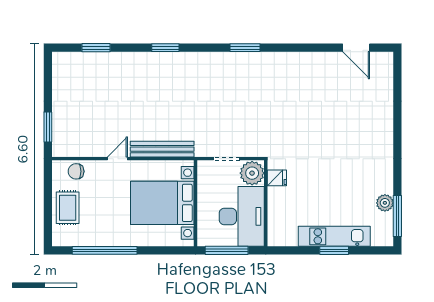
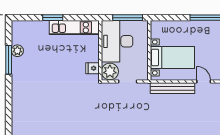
door: (117, 159) -> (204, 82), swing flipped
bed with nightstands: (162, 203) -> (172, 57), width x0.73
window: (397, 216) -> (9, 60), moved
kitchen unit: (334, 236) -> (74, 27), moved

